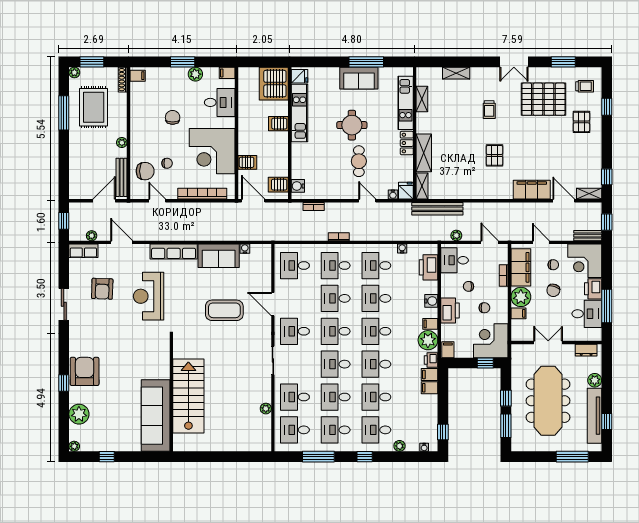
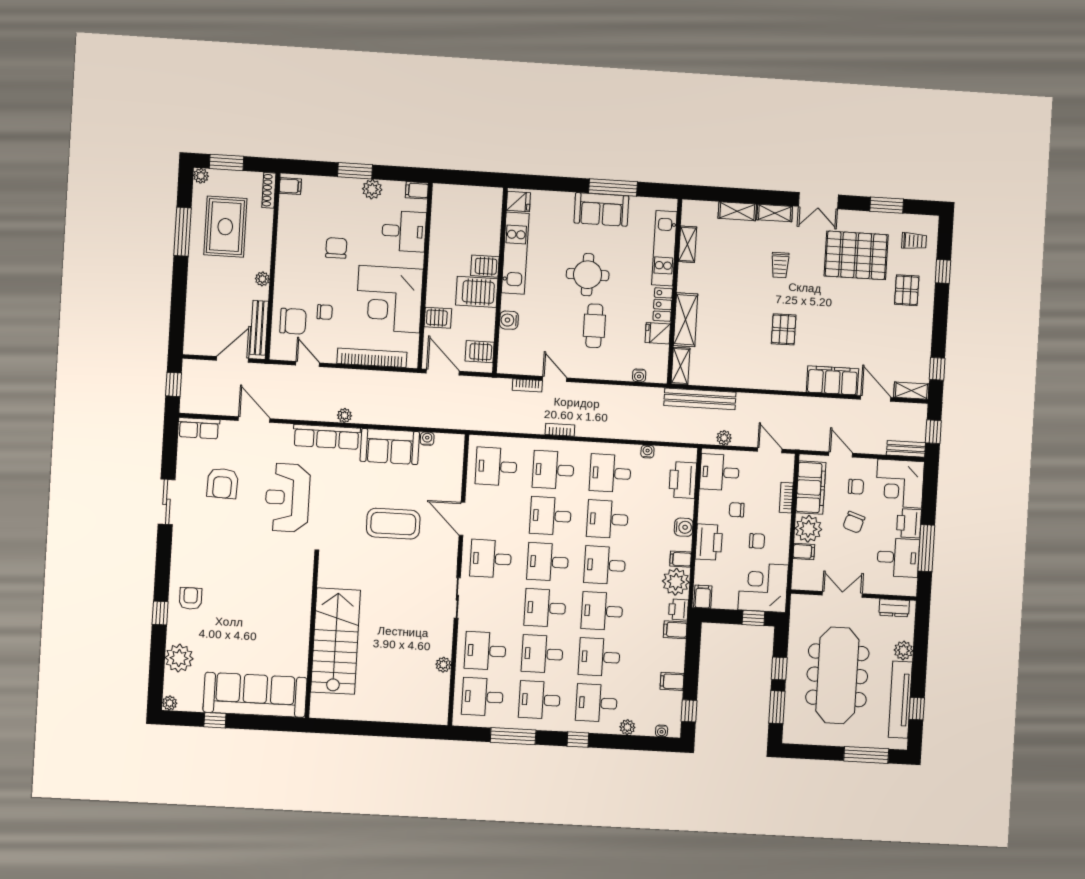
shelving: (483, 73) -> (775, 213), added
server rack: (274, 84) -> (477, 292), moved, width x0.62
water cooler: (298, 186) -> (509, 320), moved
fridge: (406, 191) -> (658, 333), moved, turned -90
door: (367, 201) -> (555, 379), moved
plant: (92, 236) -> (344, 415), moved
armchair: (85, 371) -> (191, 598), width x0.53, depth x0.53
filing cabinet: (430, 388) -> (672, 681), moved
sofa: (156, 416) -> (255, 695), moved, turned 90

